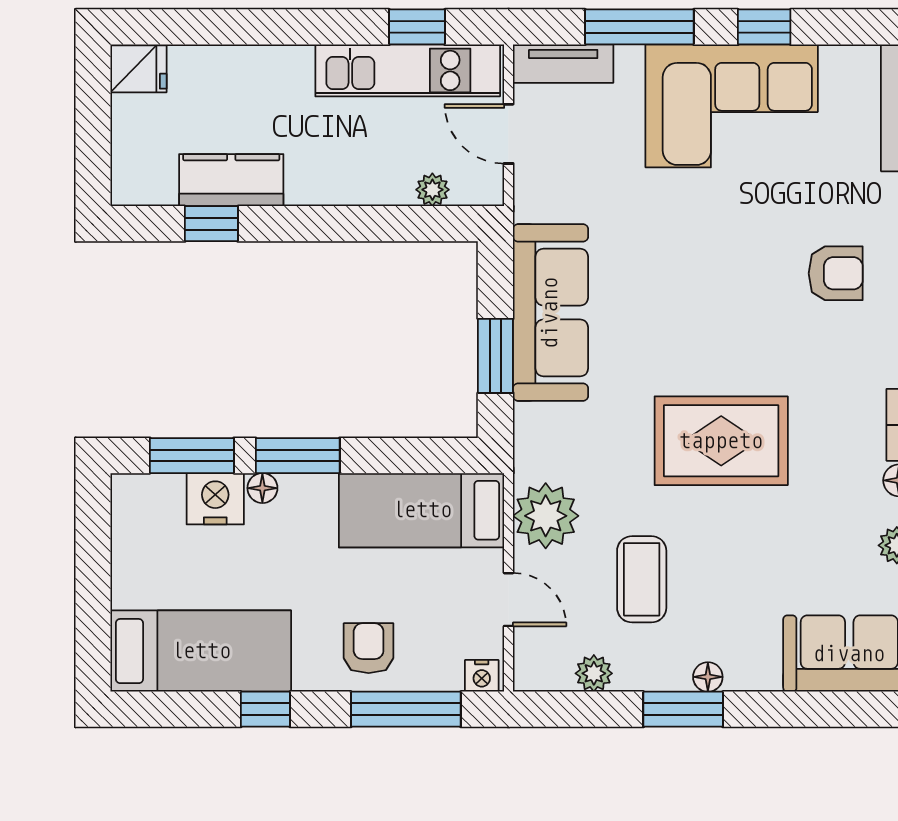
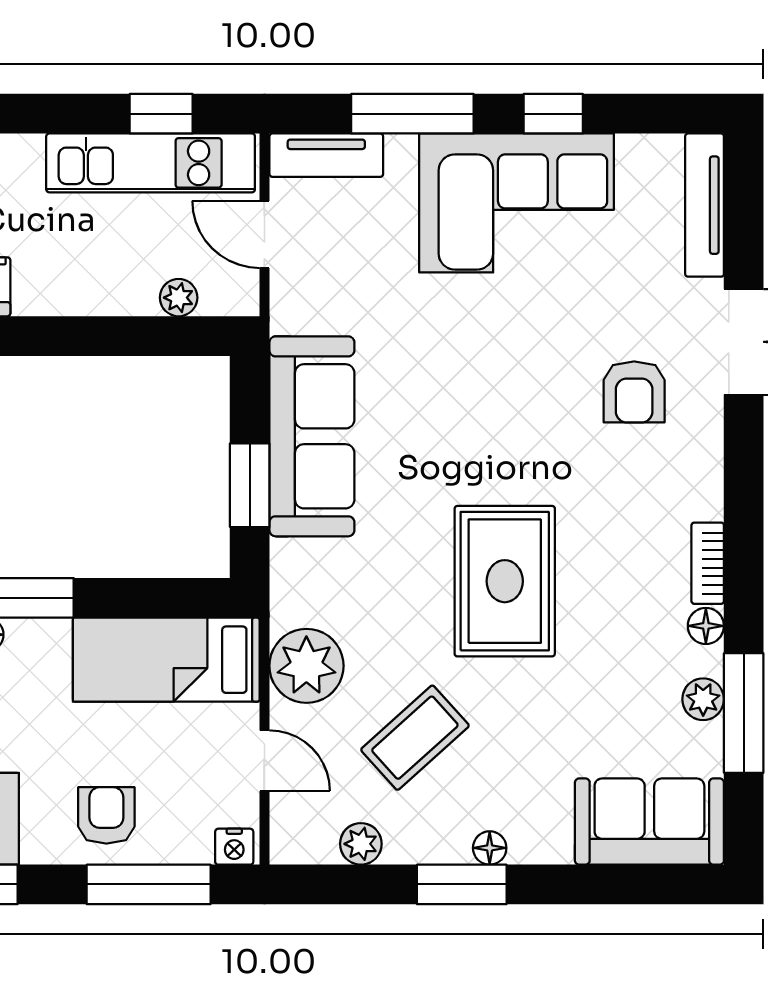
armchair: (836, 273) -> (634, 392), turned 90
rug: (721, 441) -> (505, 581), turned 90
coffee table: (642, 579) -> (415, 738), turned 48

